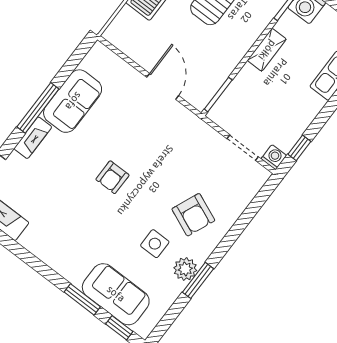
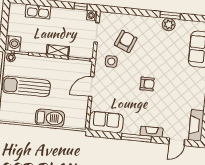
shelving: (267, 50) -> (58, 51), moved
sofa: (73, 101) -> (106, 122), moved
armchair: (193, 215) -> (126, 41), moved
side table: (155, 244) -> (111, 61), moved

